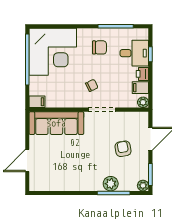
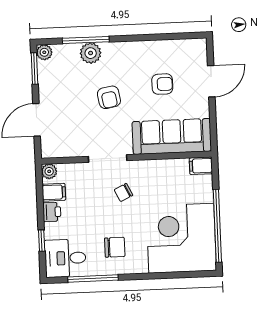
chair: (99, 47) -> (115, 247), turned 180
desk: (134, 53) -> (65, 258), moved
armchair: (123, 149) -> (109, 97), moved
armchair: (62, 160) -> (162, 84), added

